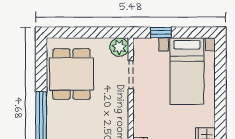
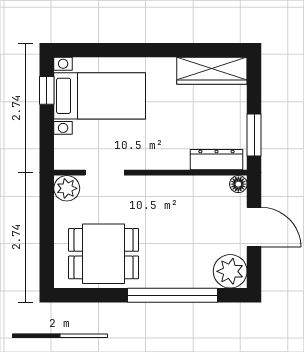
window: (161, 33) -> (47, 90), moved

